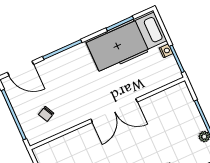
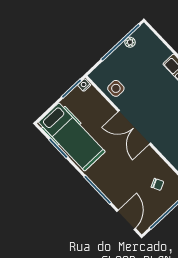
nightstand: (166, 51) -> (84, 85), moved
side table: (161, 105) -> (116, 88), added
double door: (114, 110) -> (134, 127), swing flipped

